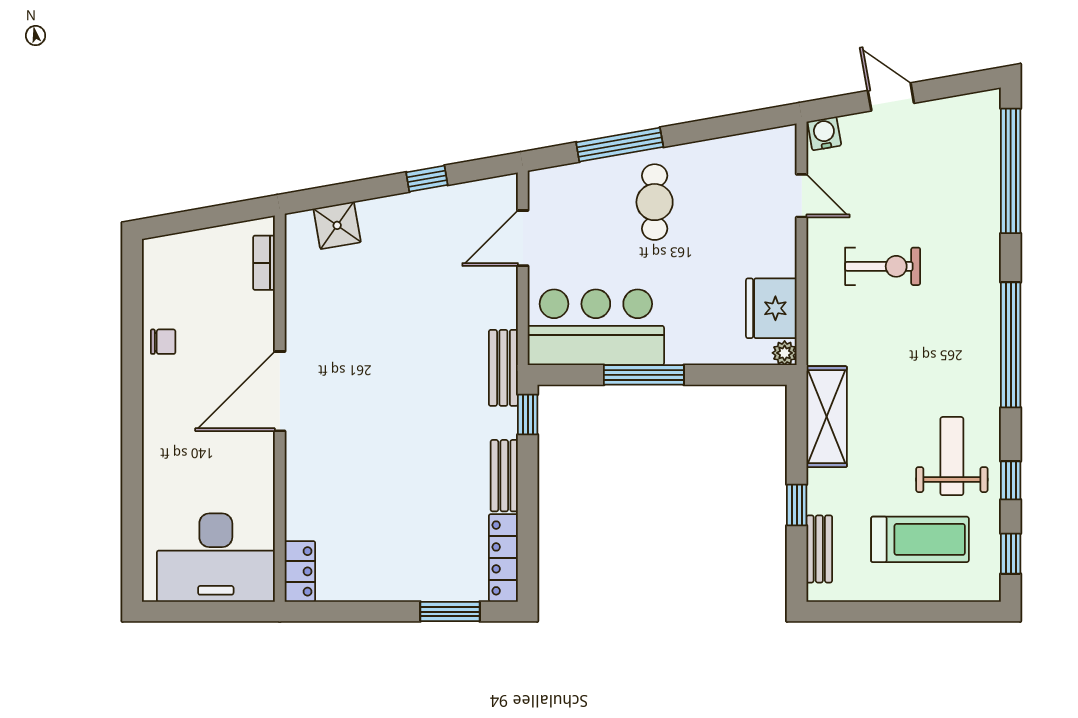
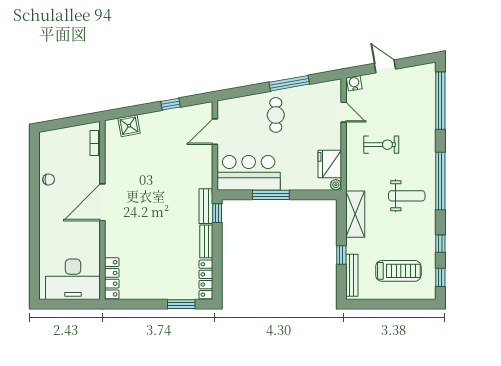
window: (620, 145) -> (289, 83), moved
bench: (503, 368) -> (206, 206), moved
weight bench: (952, 456) -> (407, 196), moved, turned 90
bench: (819, 549) -> (352, 275), width x1.36
locker: (300, 571) -> (112, 278), width x1.53

